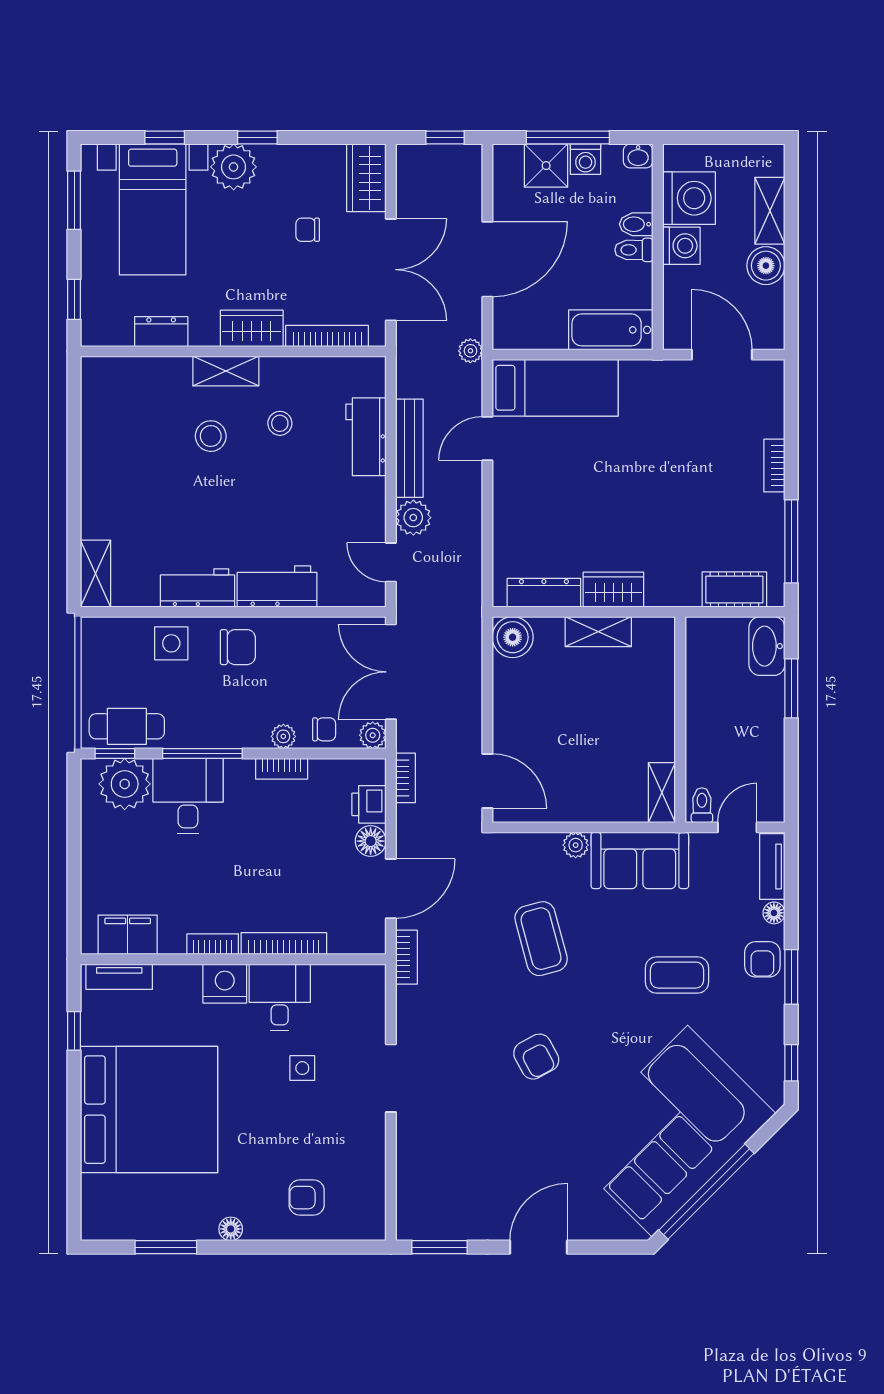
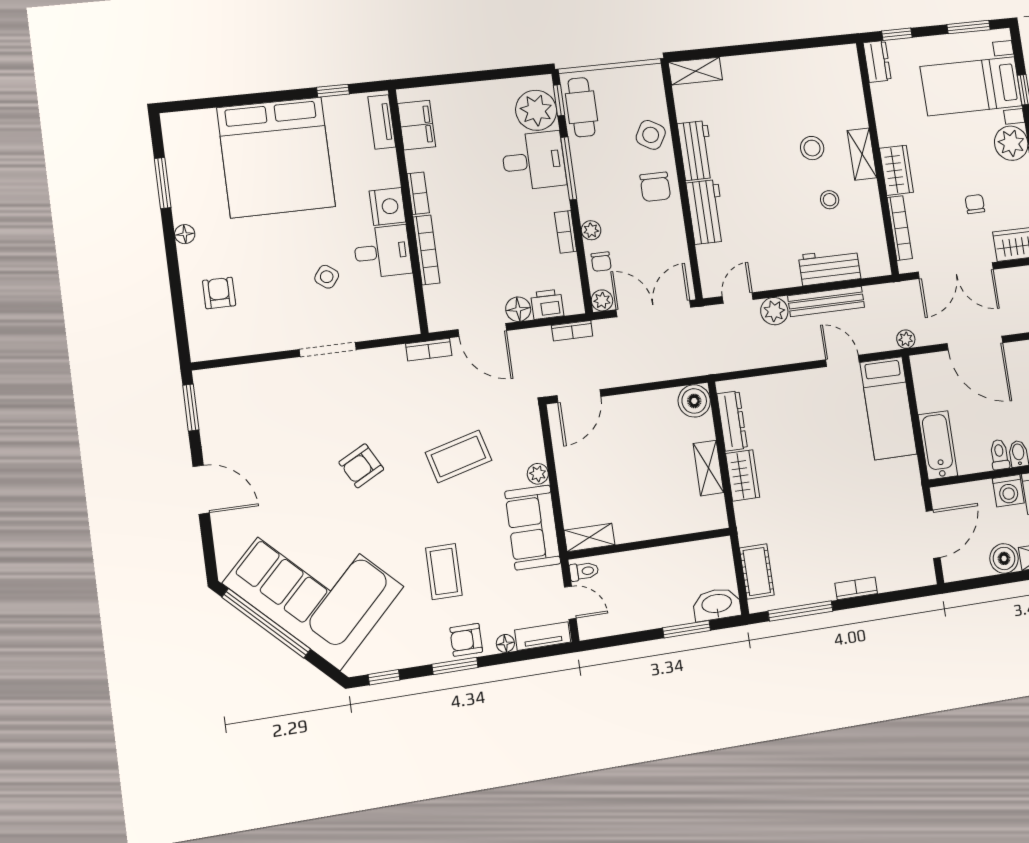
dresser: (161, 332) -> (877, 61), moved
side table: (171, 643) -> (651, 135), turned 30
side table: (302, 1068) -> (327, 277), turned 37

